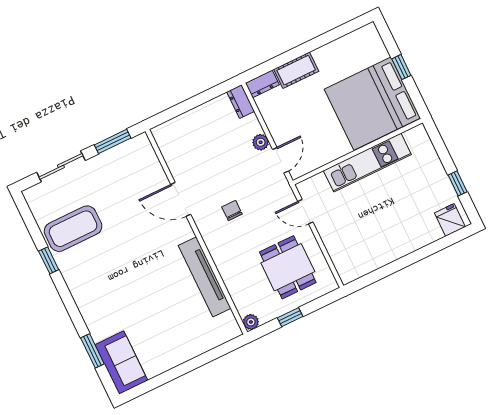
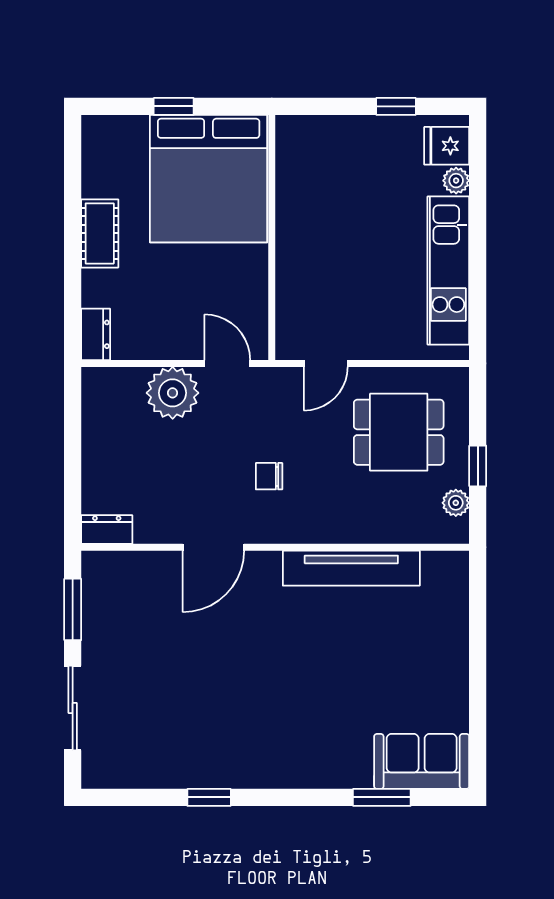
cot: (296, 70) -> (100, 233), moved
dresser: (241, 102) -> (107, 529), moved, turned 180
plant: (261, 142) -> (173, 393), width x1.88, depth x1.88
kitchen unit: (367, 163) -> (448, 270), moved, turned 180
coffee table: (73, 229) -> (178, 736), removed
plant: (434, 234) -> (456, 181), added
plant: (251, 322) -> (456, 503), moved

